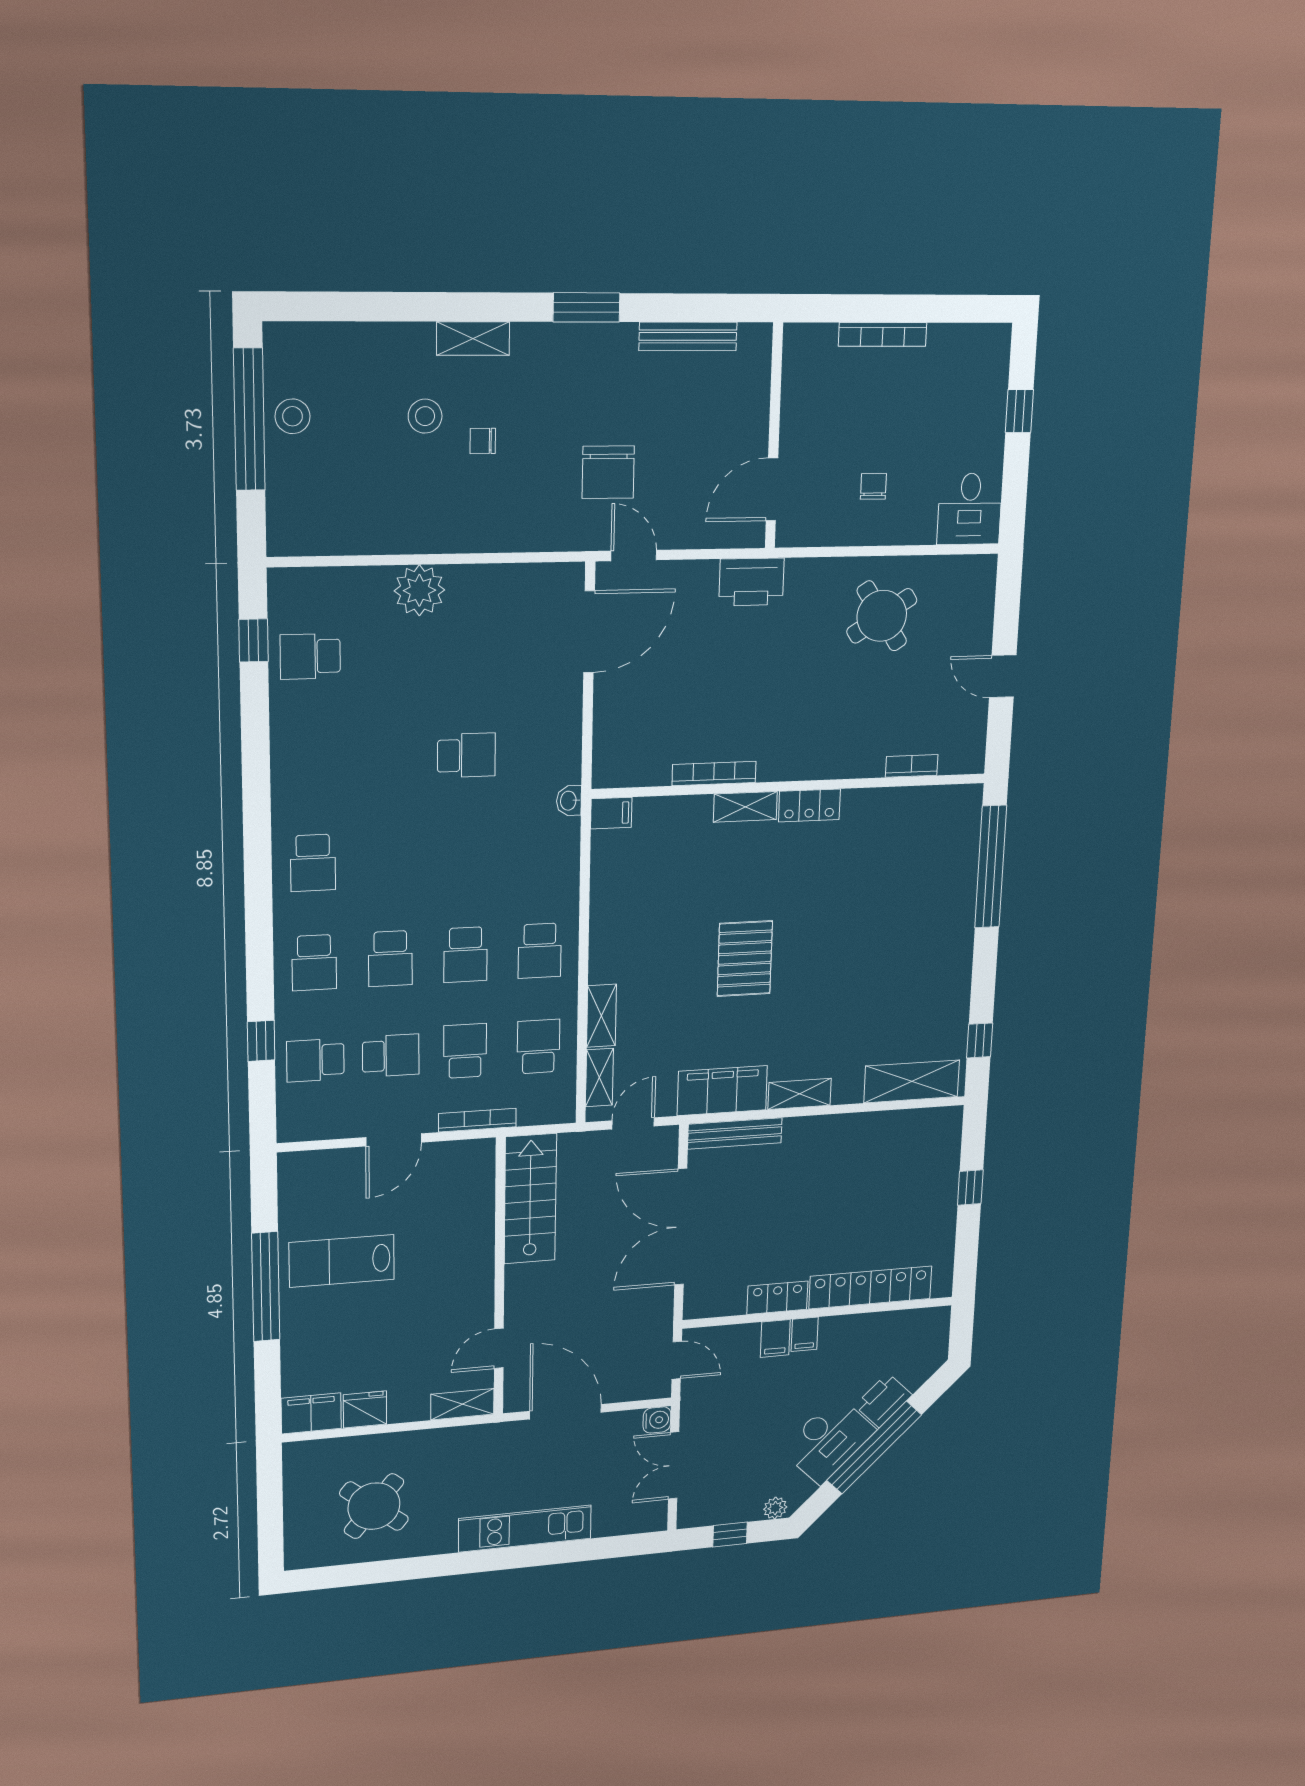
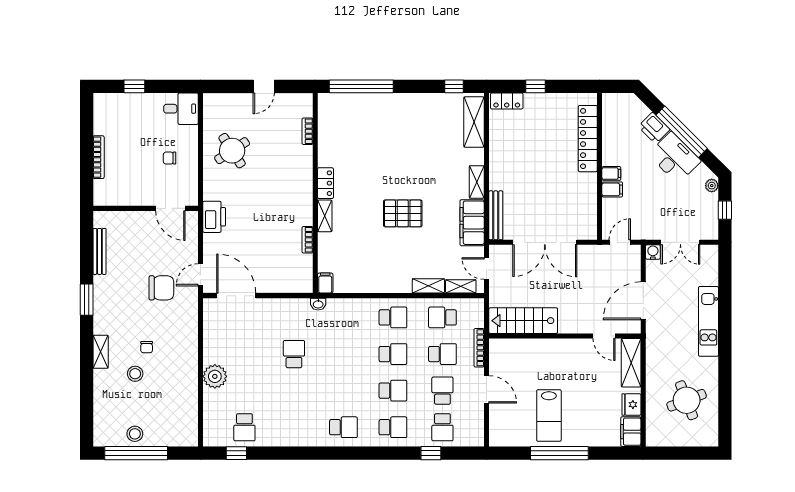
bookcase: (714, 773) -> (307, 240), width x0.64
school desk: (465, 1051) -> (442, 354), turned 180
locker: (777, 1298) -> (507, 101), moved, turned -90
shelving: (462, 1404) -> (631, 363), width x1.50, depth x1.33
round table: (374, 1506) -> (687, 400), turned 30

